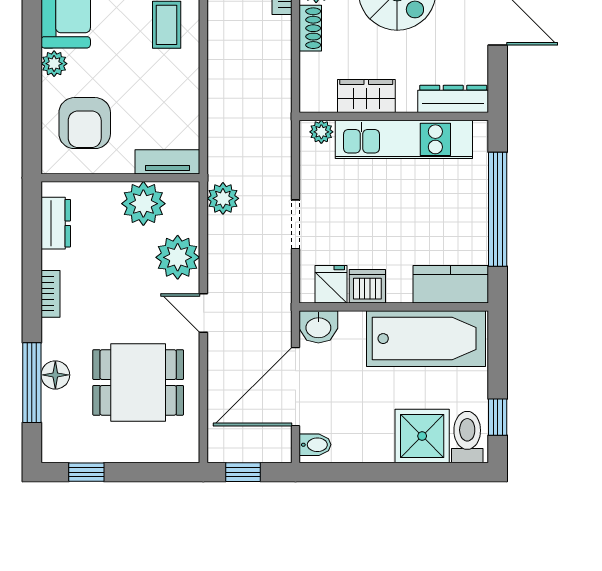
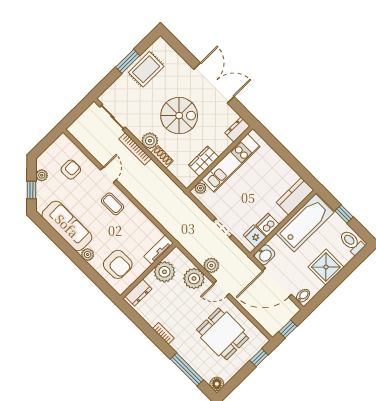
dresser: (453, 99) -> (237, 129), width x0.70
plant: (223, 198) -> (211, 265), moved
window: (498, 209) -> (286, 155), removed
dresser: (56, 223) -> (139, 293), moved, turned 90
floor lamp: (55, 375) -> (217, 384), moved
dining table: (138, 382) -> (223, 334), turned 90
door: (295, 387) -> (277, 283), hinge flipped
window: (498, 417) -> (344, 214), moved
shower: (422, 436) -> (326, 267), moved
window: (86, 472) -> (259, 358), moved

